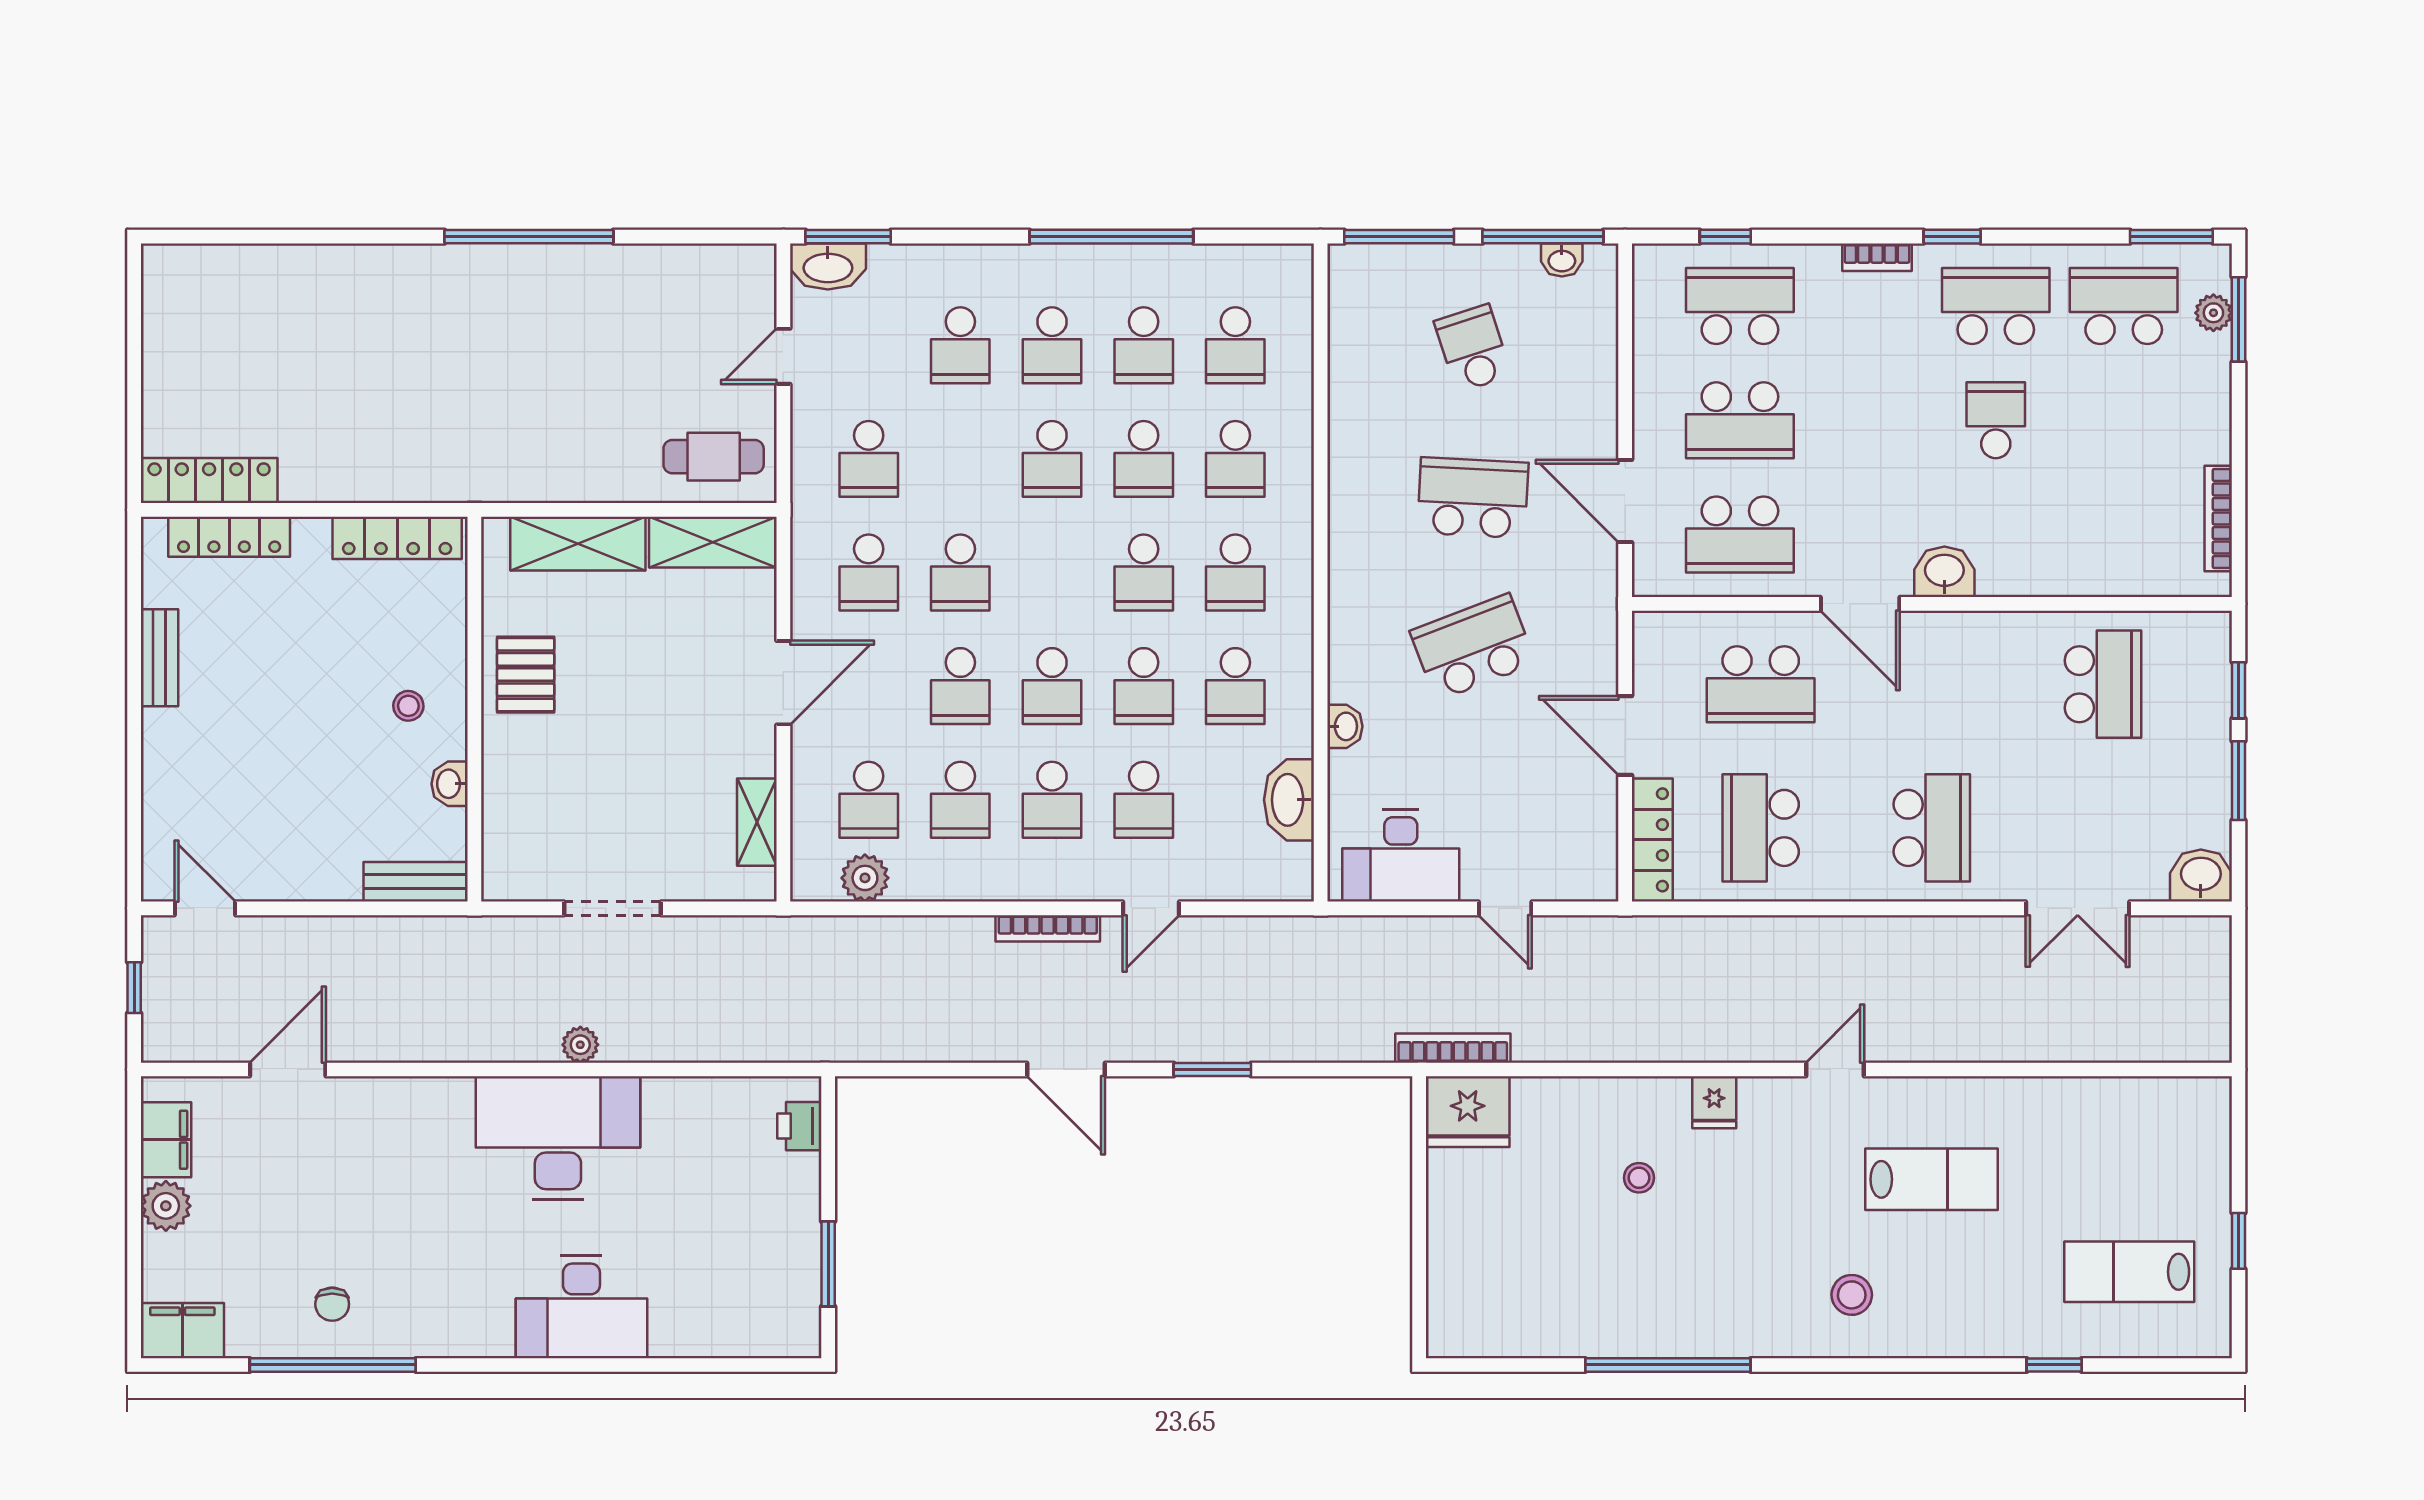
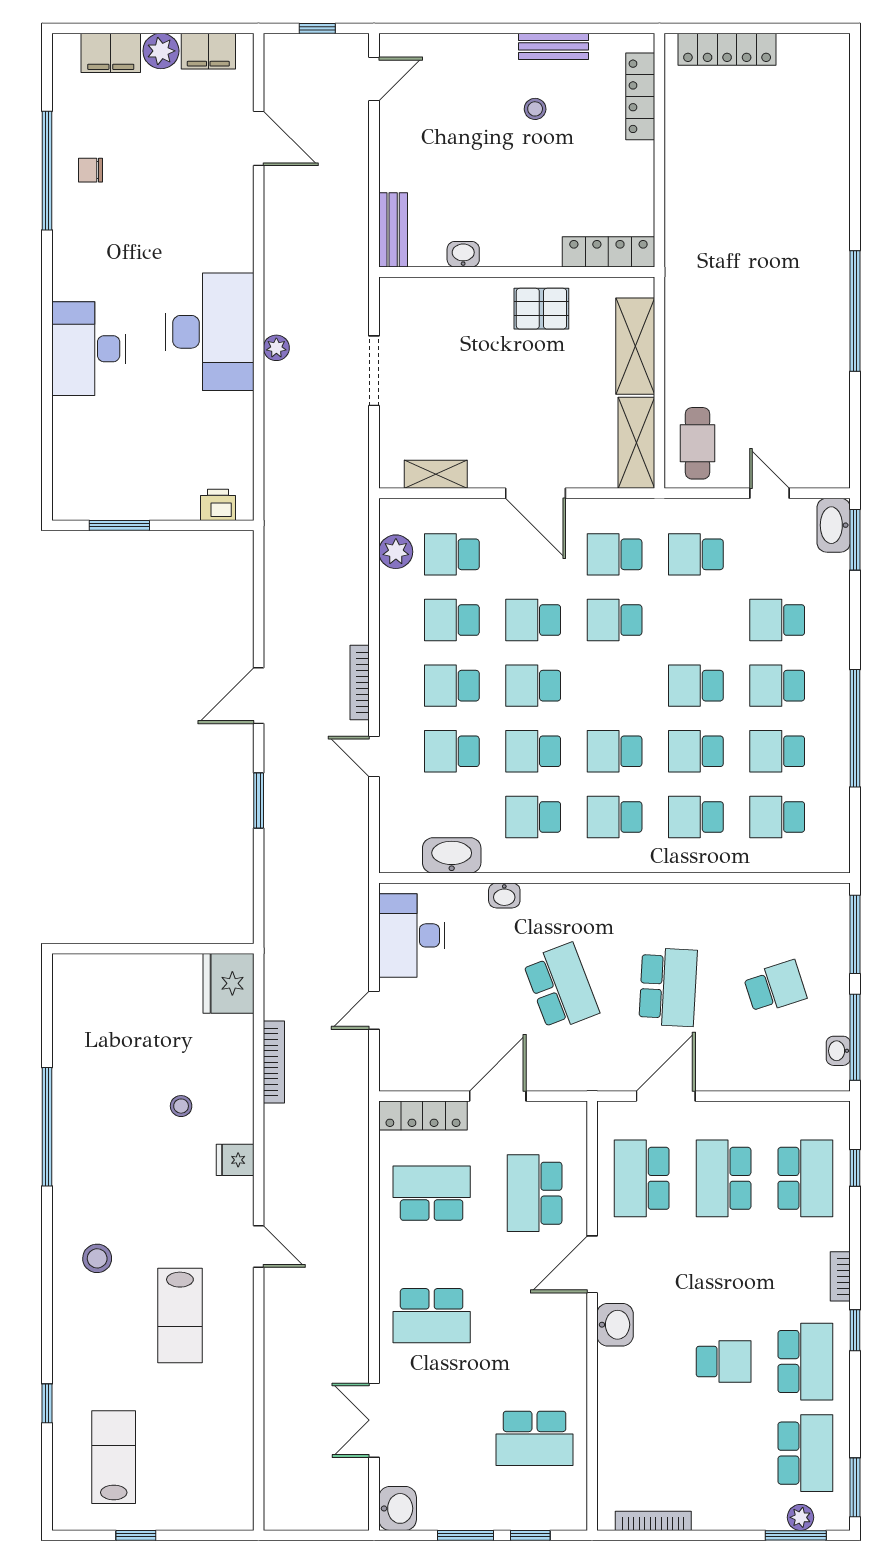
locker: (209, 481) -> (727, 49), moved, turned 90
locker: (397, 538) -> (608, 252), moved, turned 90
stool: (408, 706) -> (535, 109), moved
bookcase: (1453, 1048) -> (274, 1062), moved
filing cabinet: (182, 1331) -> (111, 53), moved, turned 90

